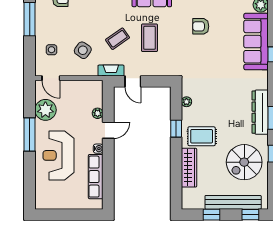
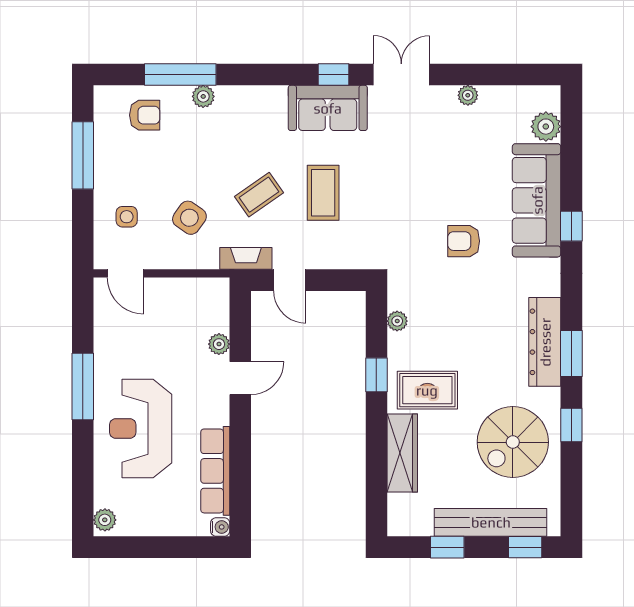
armchair: (201, 26) -> (464, 241), moved
plant: (45, 110) -> (105, 520), moved, width x0.53, depth x0.53
water cooler: (98, 149) -> (220, 527), moved

